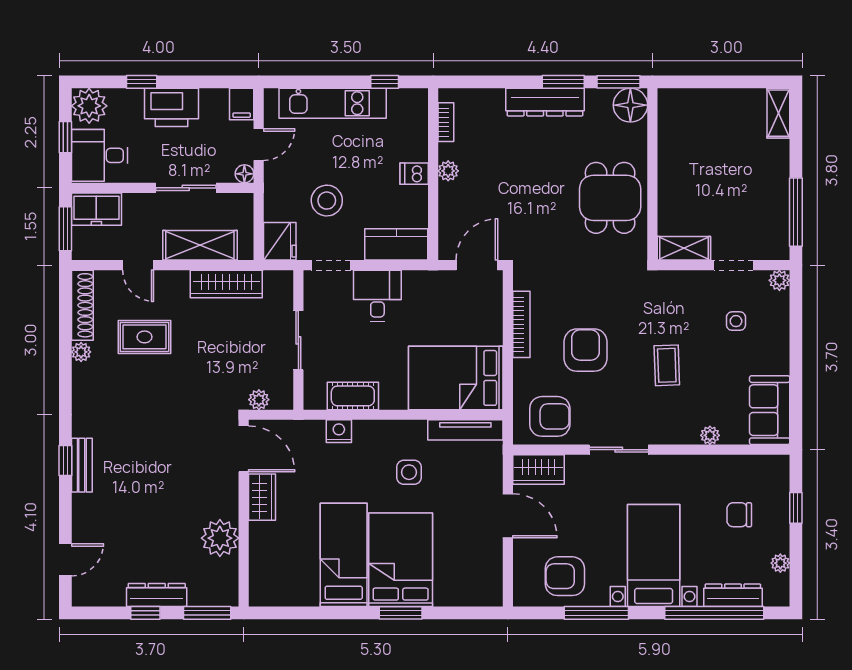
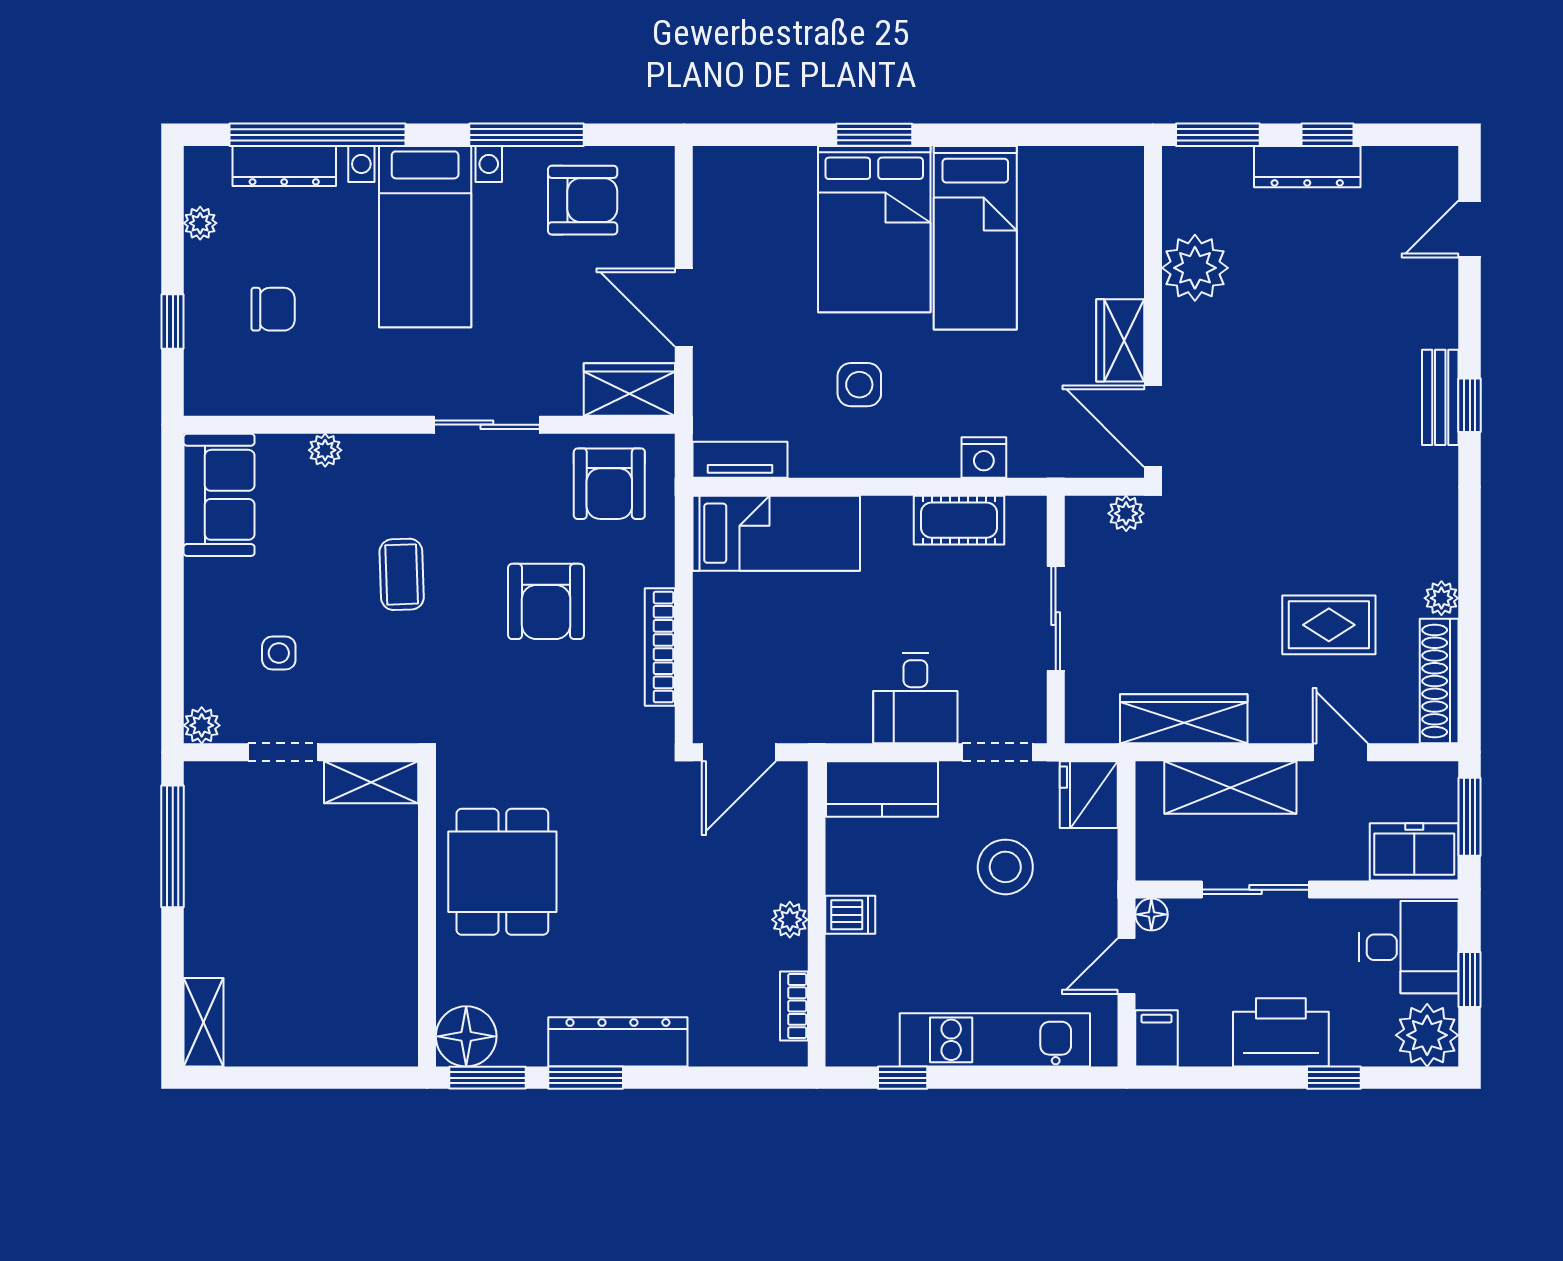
bed: (456, 378) -> (776, 533), width x0.67
armchair: (550, 416) -> (609, 484), turned -90
tv unit: (465, 430) -> (740, 460), width x0.71

